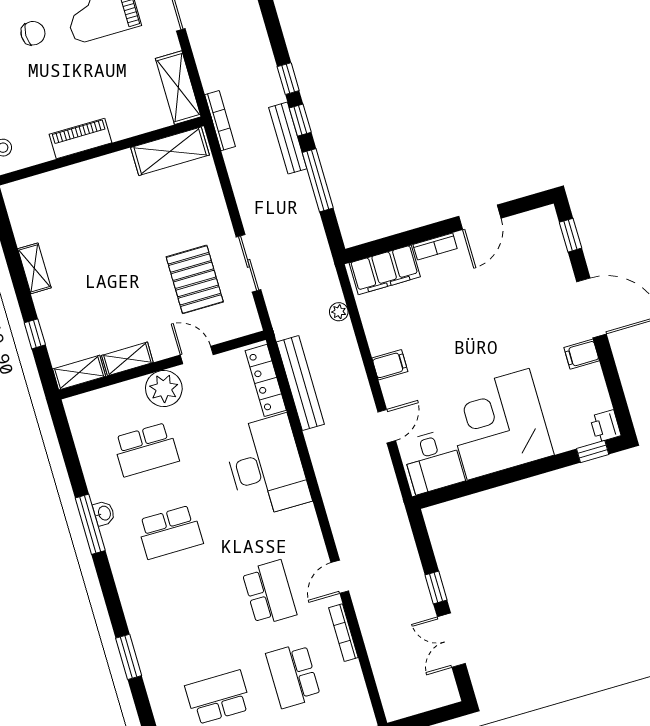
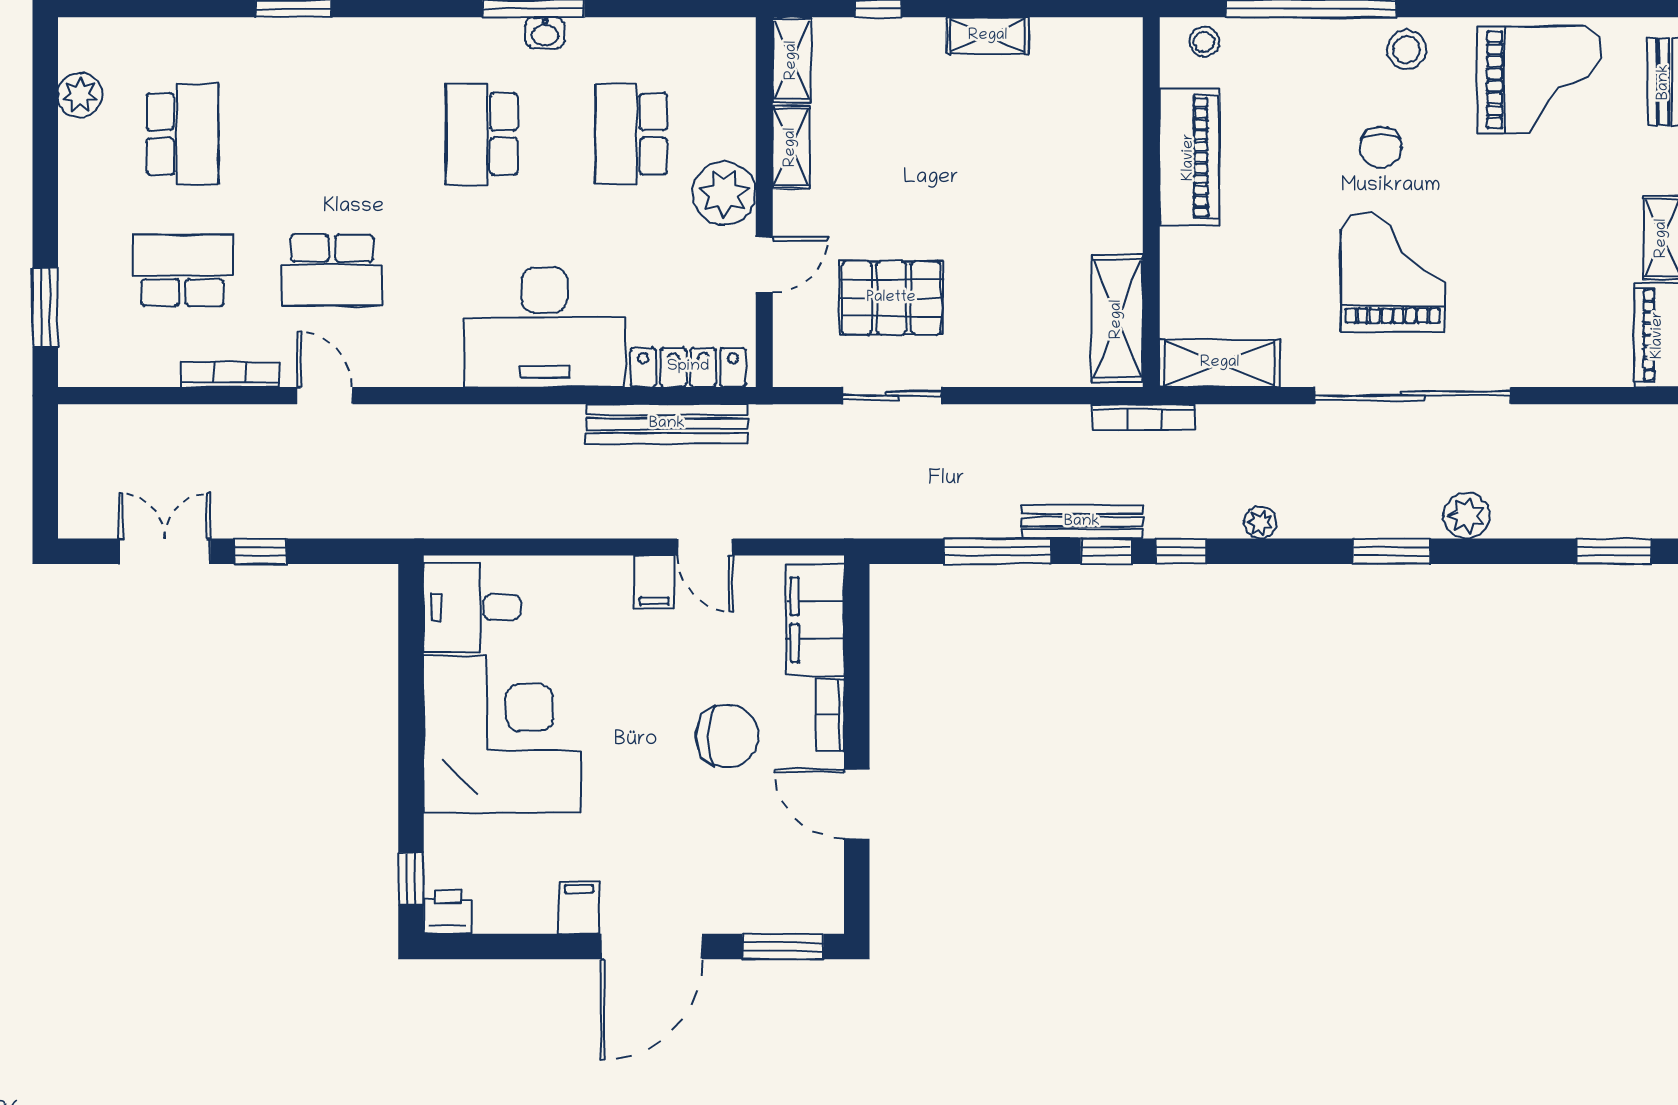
piano: (81, 138) -> (1189, 157), width x1.37, depth x1.33
window: (570, 235) -> (783, 947), width x1.50
chair: (463, 300) -> (727, 736), added
plant: (339, 312) -> (1260, 523), moved
door: (387, 426) -> (705, 547), moved

